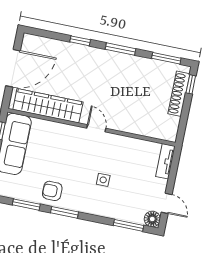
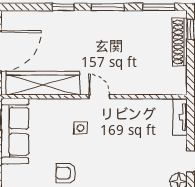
side table: (103, 180) -> (80, 128), moved

